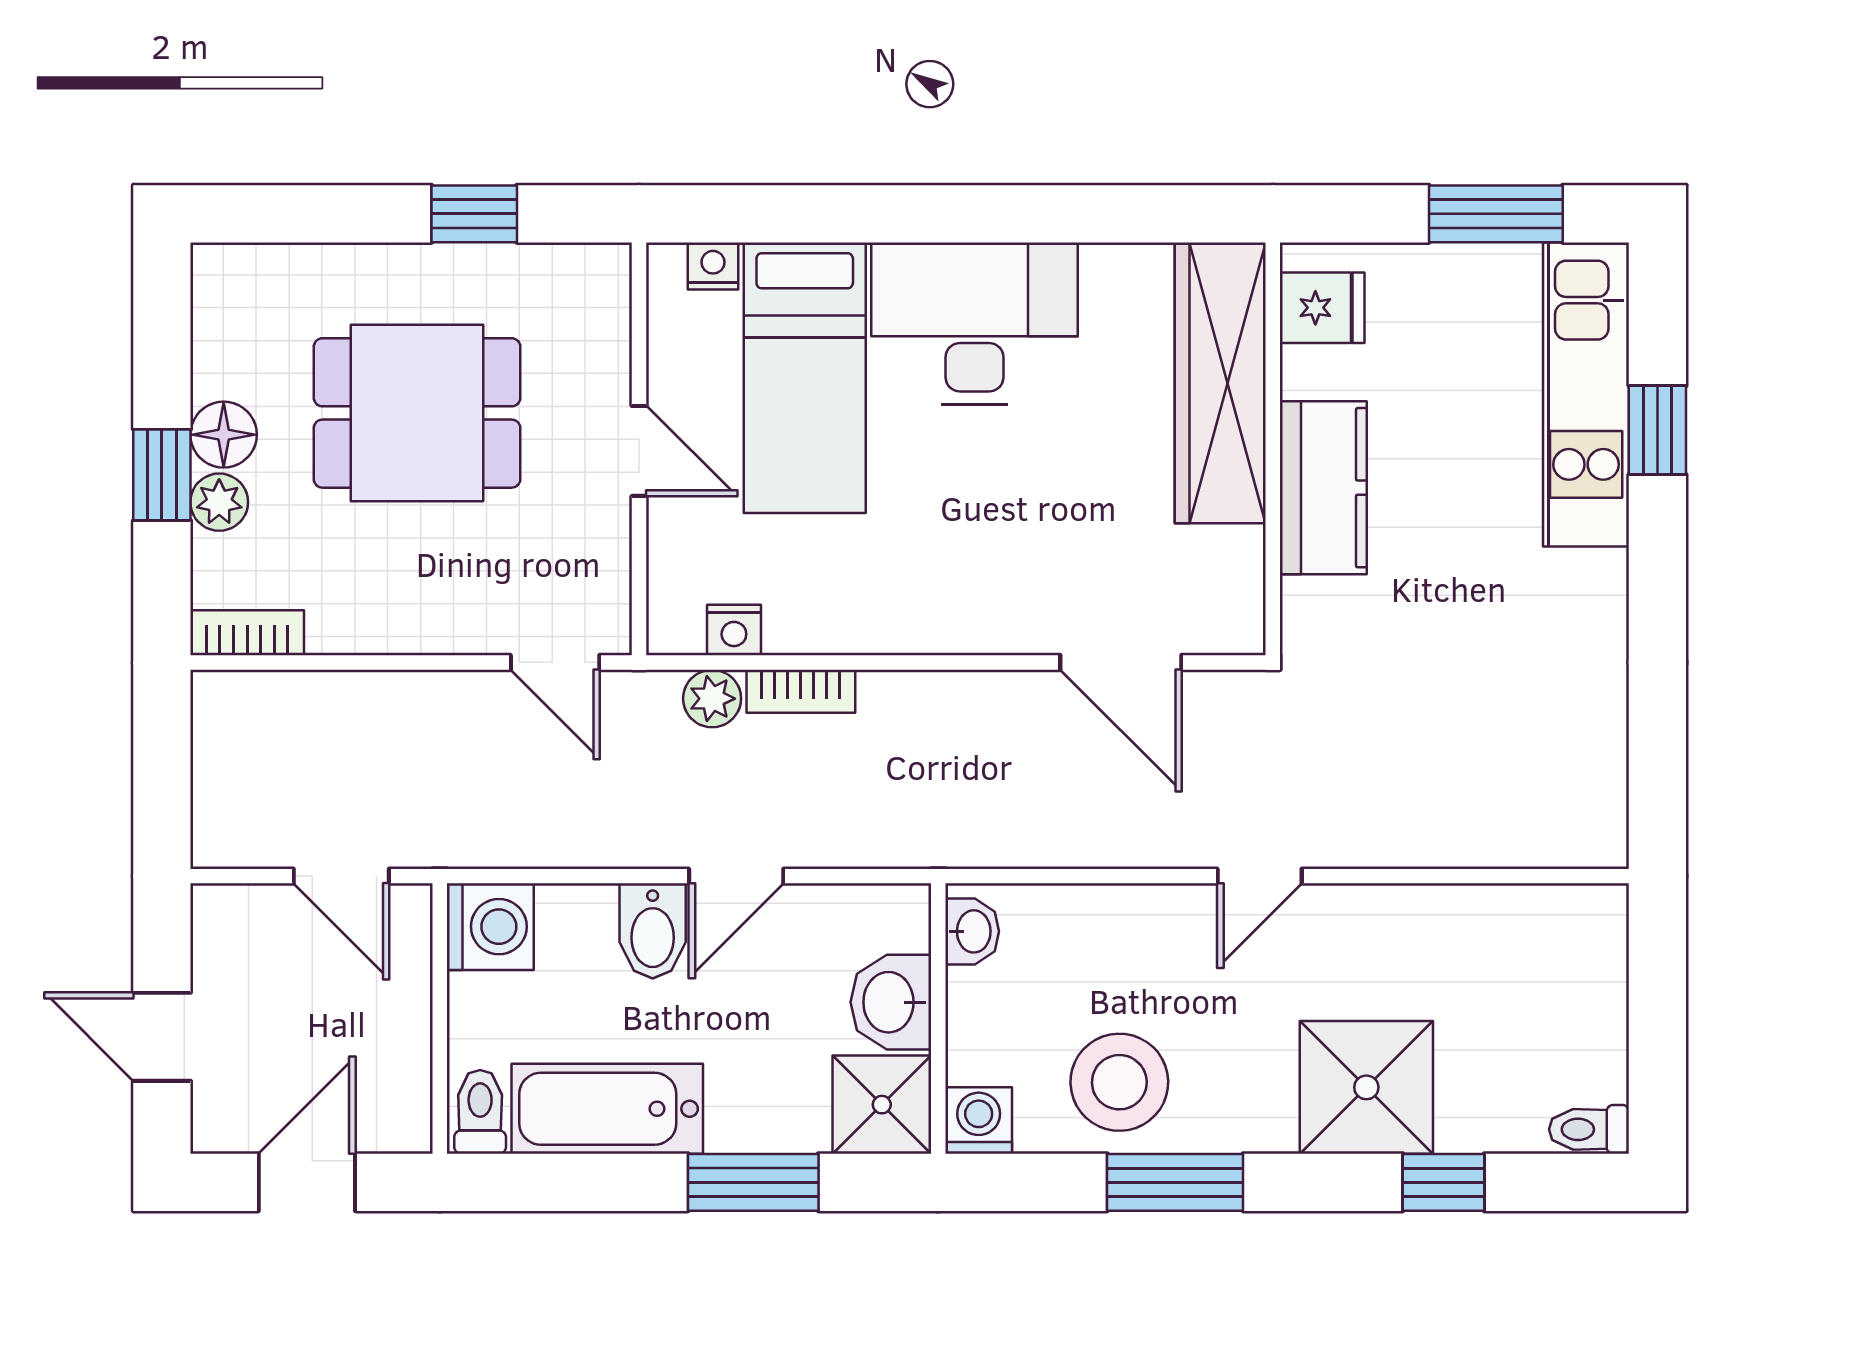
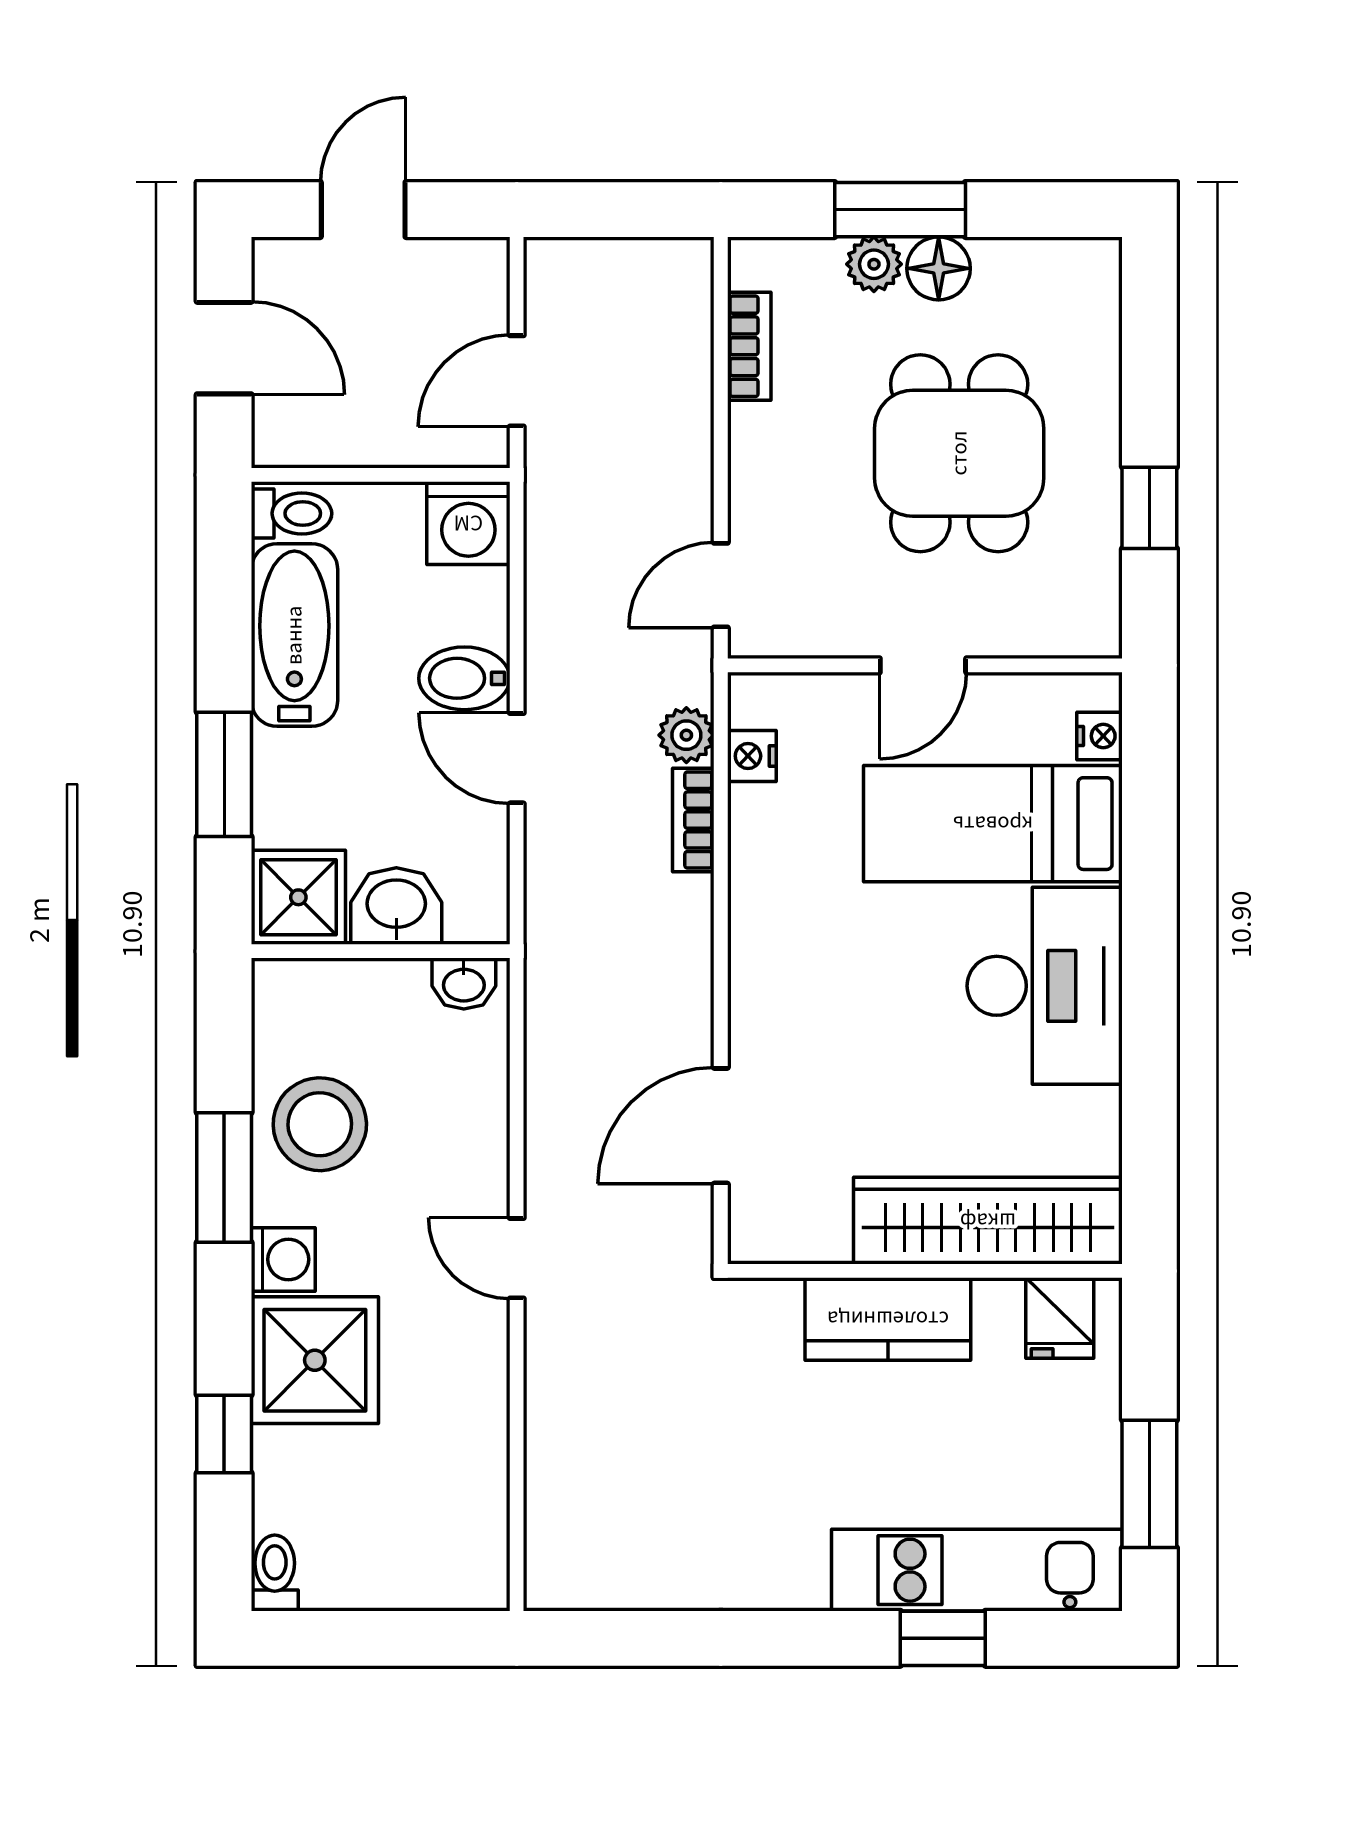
window: (162, 475) -> (900, 210), width x1.50
bookcase: (247, 633) -> (749, 346), moved
washing machine: (979, 1121) -> (283, 1259), moved

